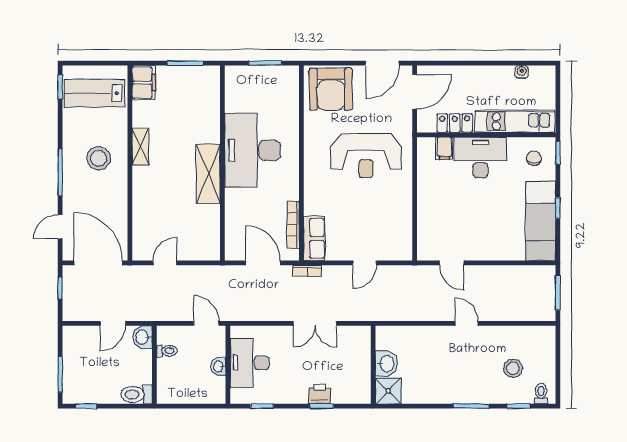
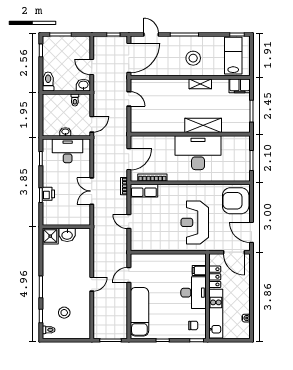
shelving: (208, 174) -> (203, 125), moved
exam couch: (541, 221) -> (139, 312), moved, turned 90

